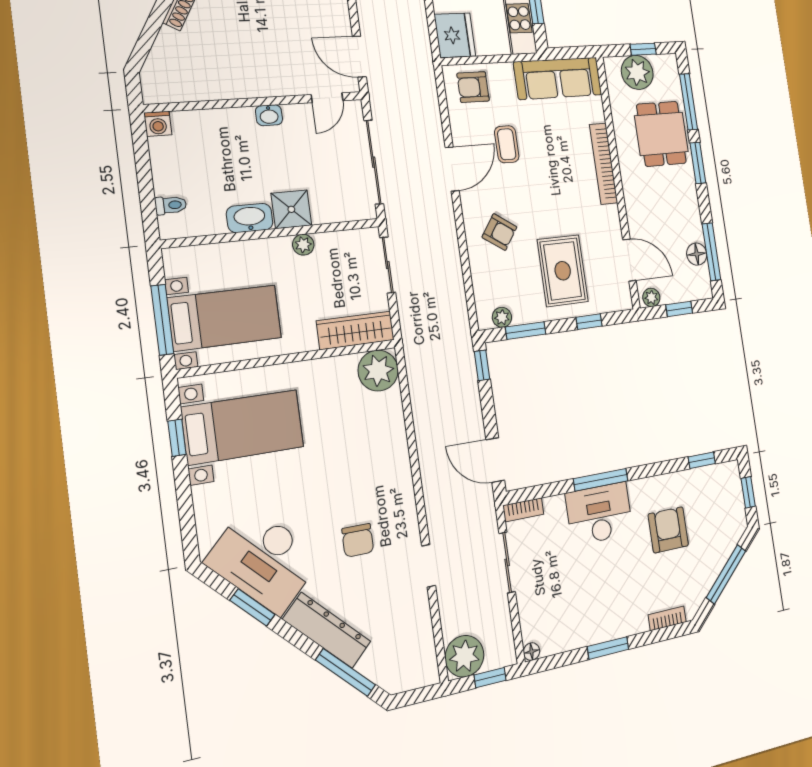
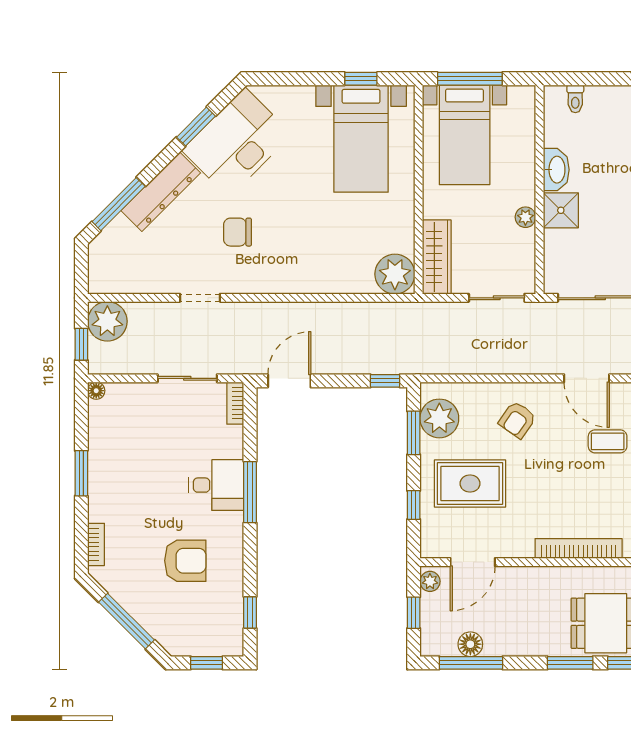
plant: (502, 317) -> (439, 418), width x1.88, depth x1.88
desk: (599, 514) -> (216, 485), width x0.73

